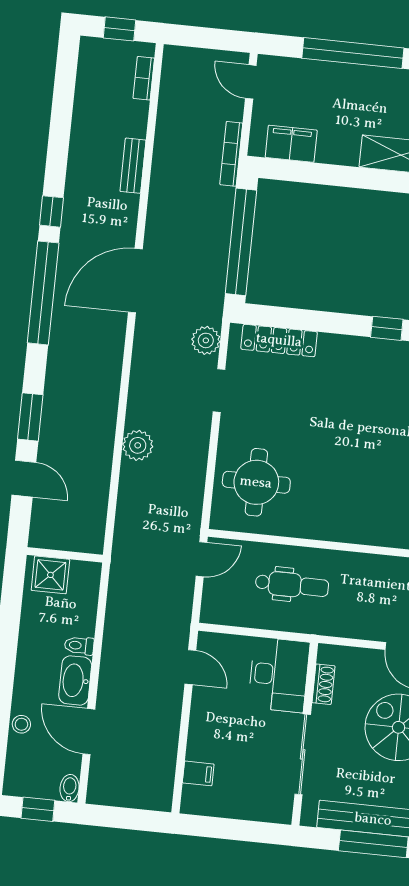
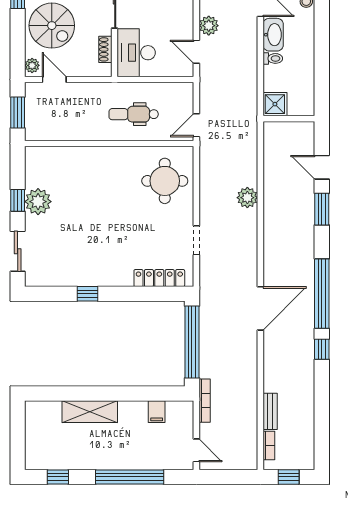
filing cabinet: (291, 144) -> (157, 412), width x0.50
bench: (133, 166) -> (270, 411), moved
plant: (206, 340) -> (209, 26), moved
shower: (50, 575) -> (275, 104), moved

